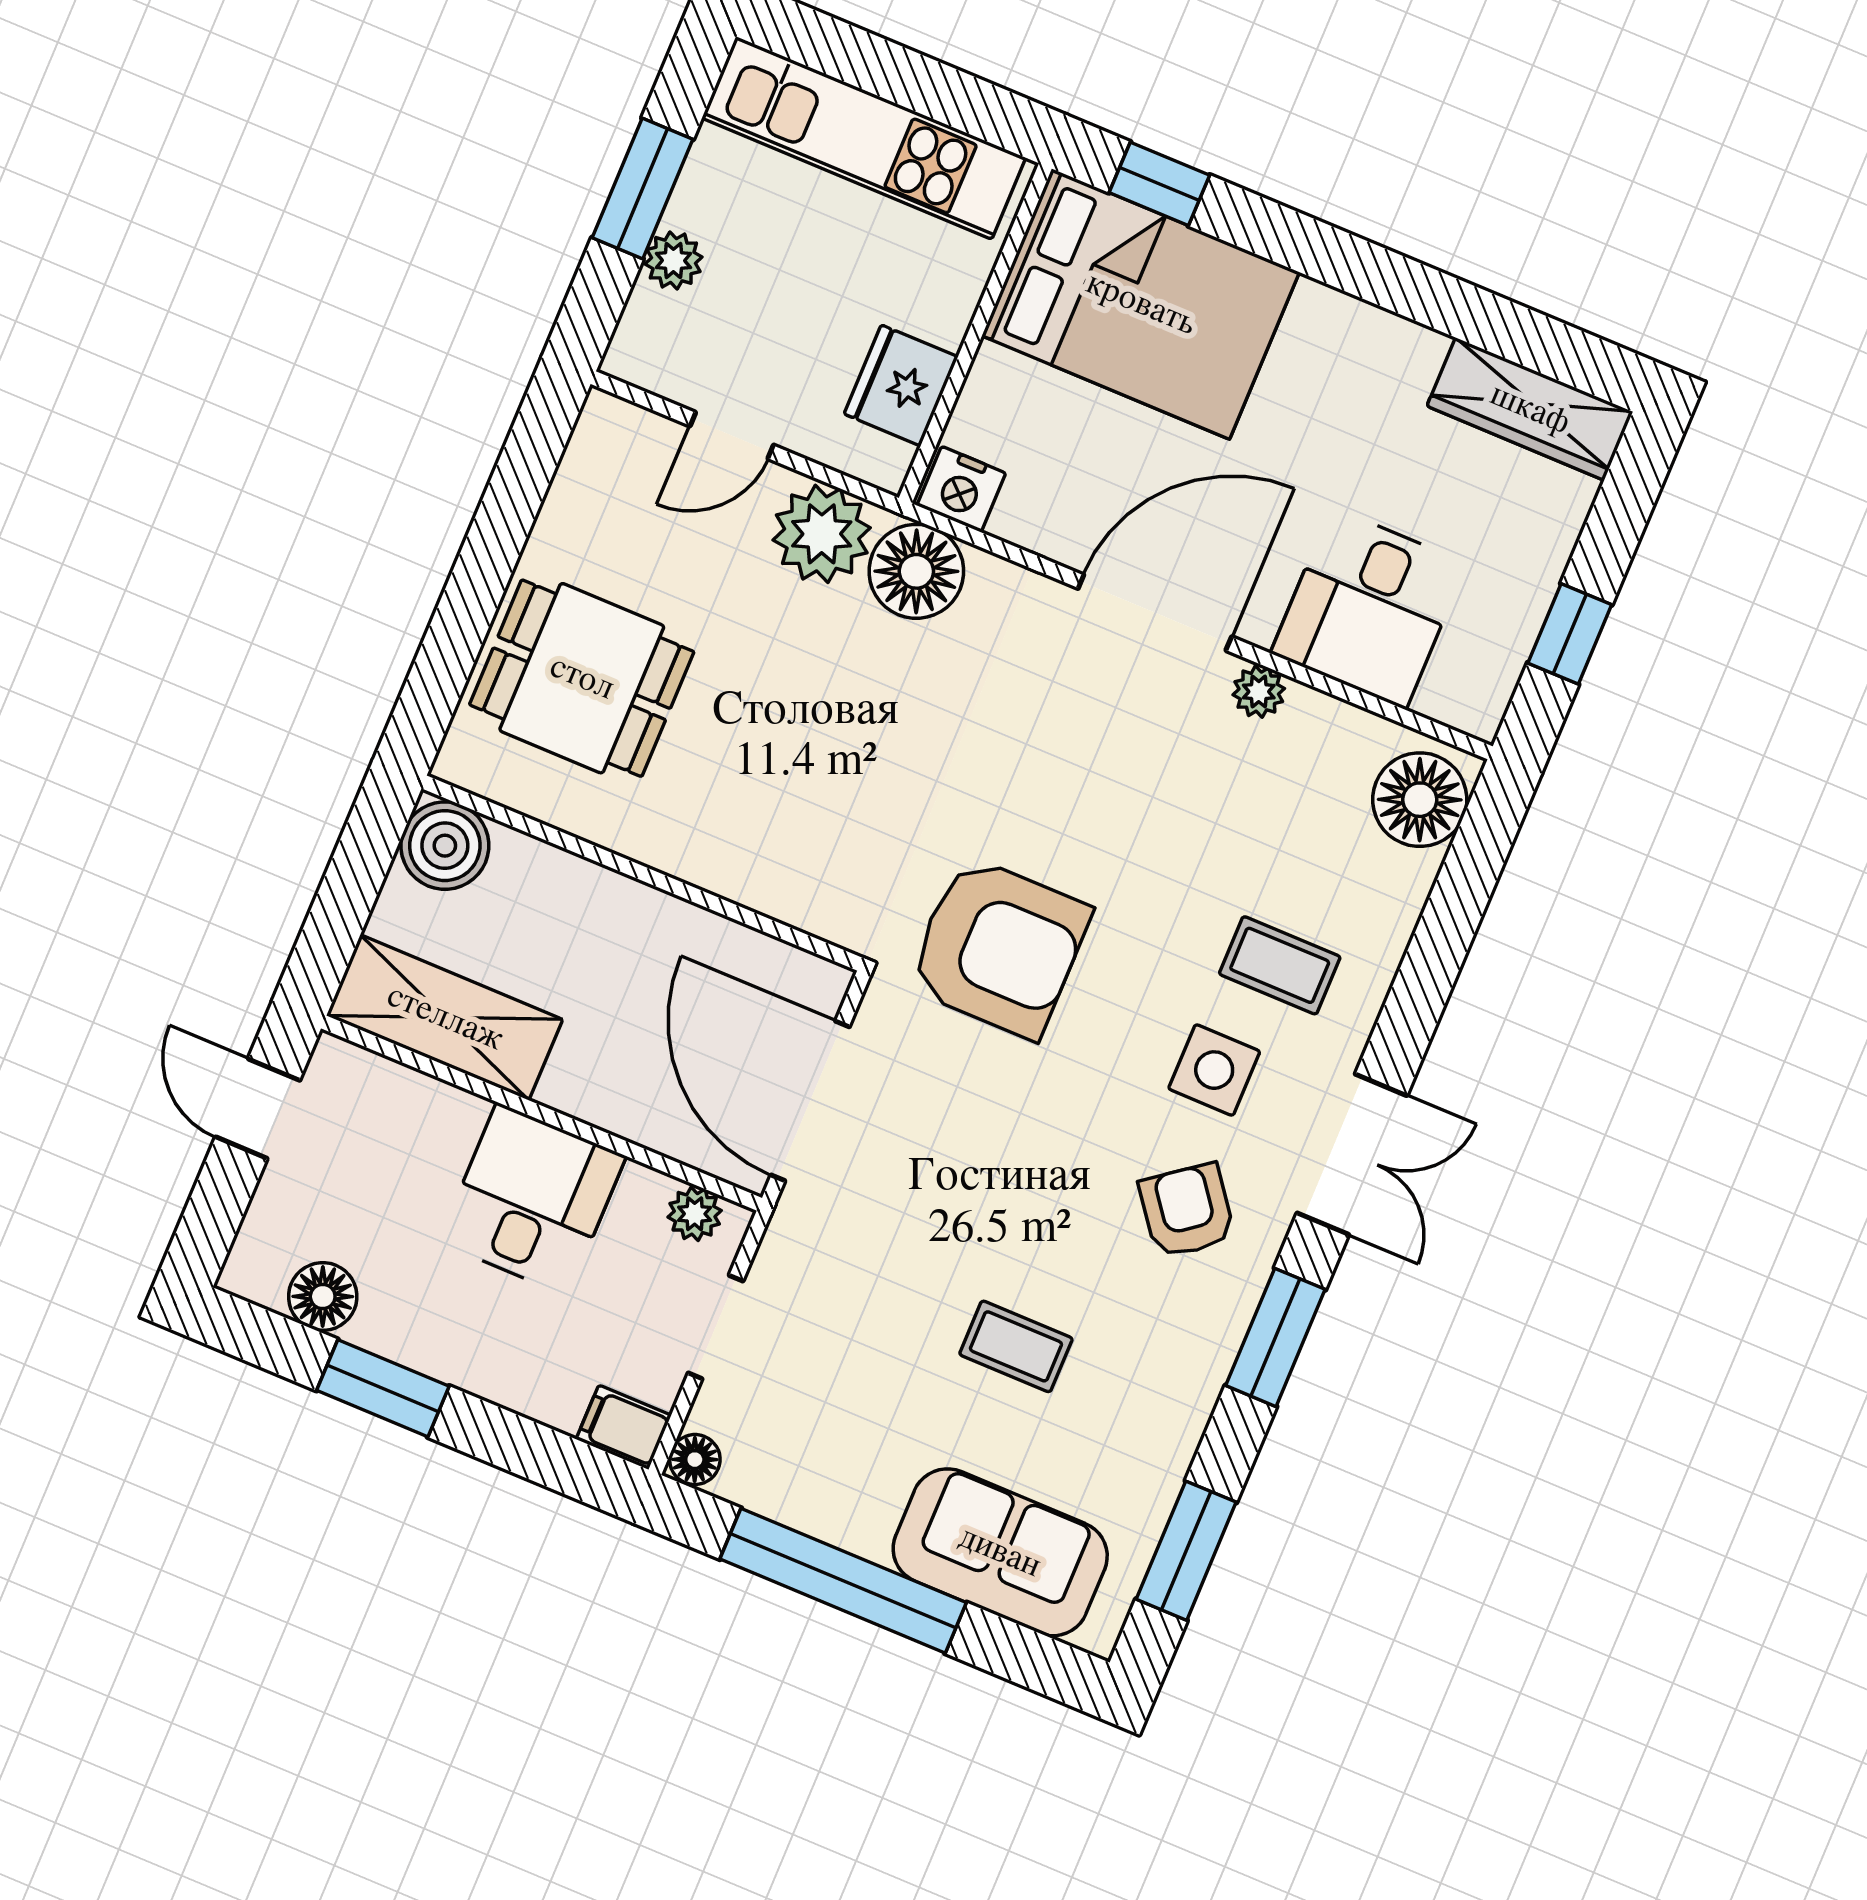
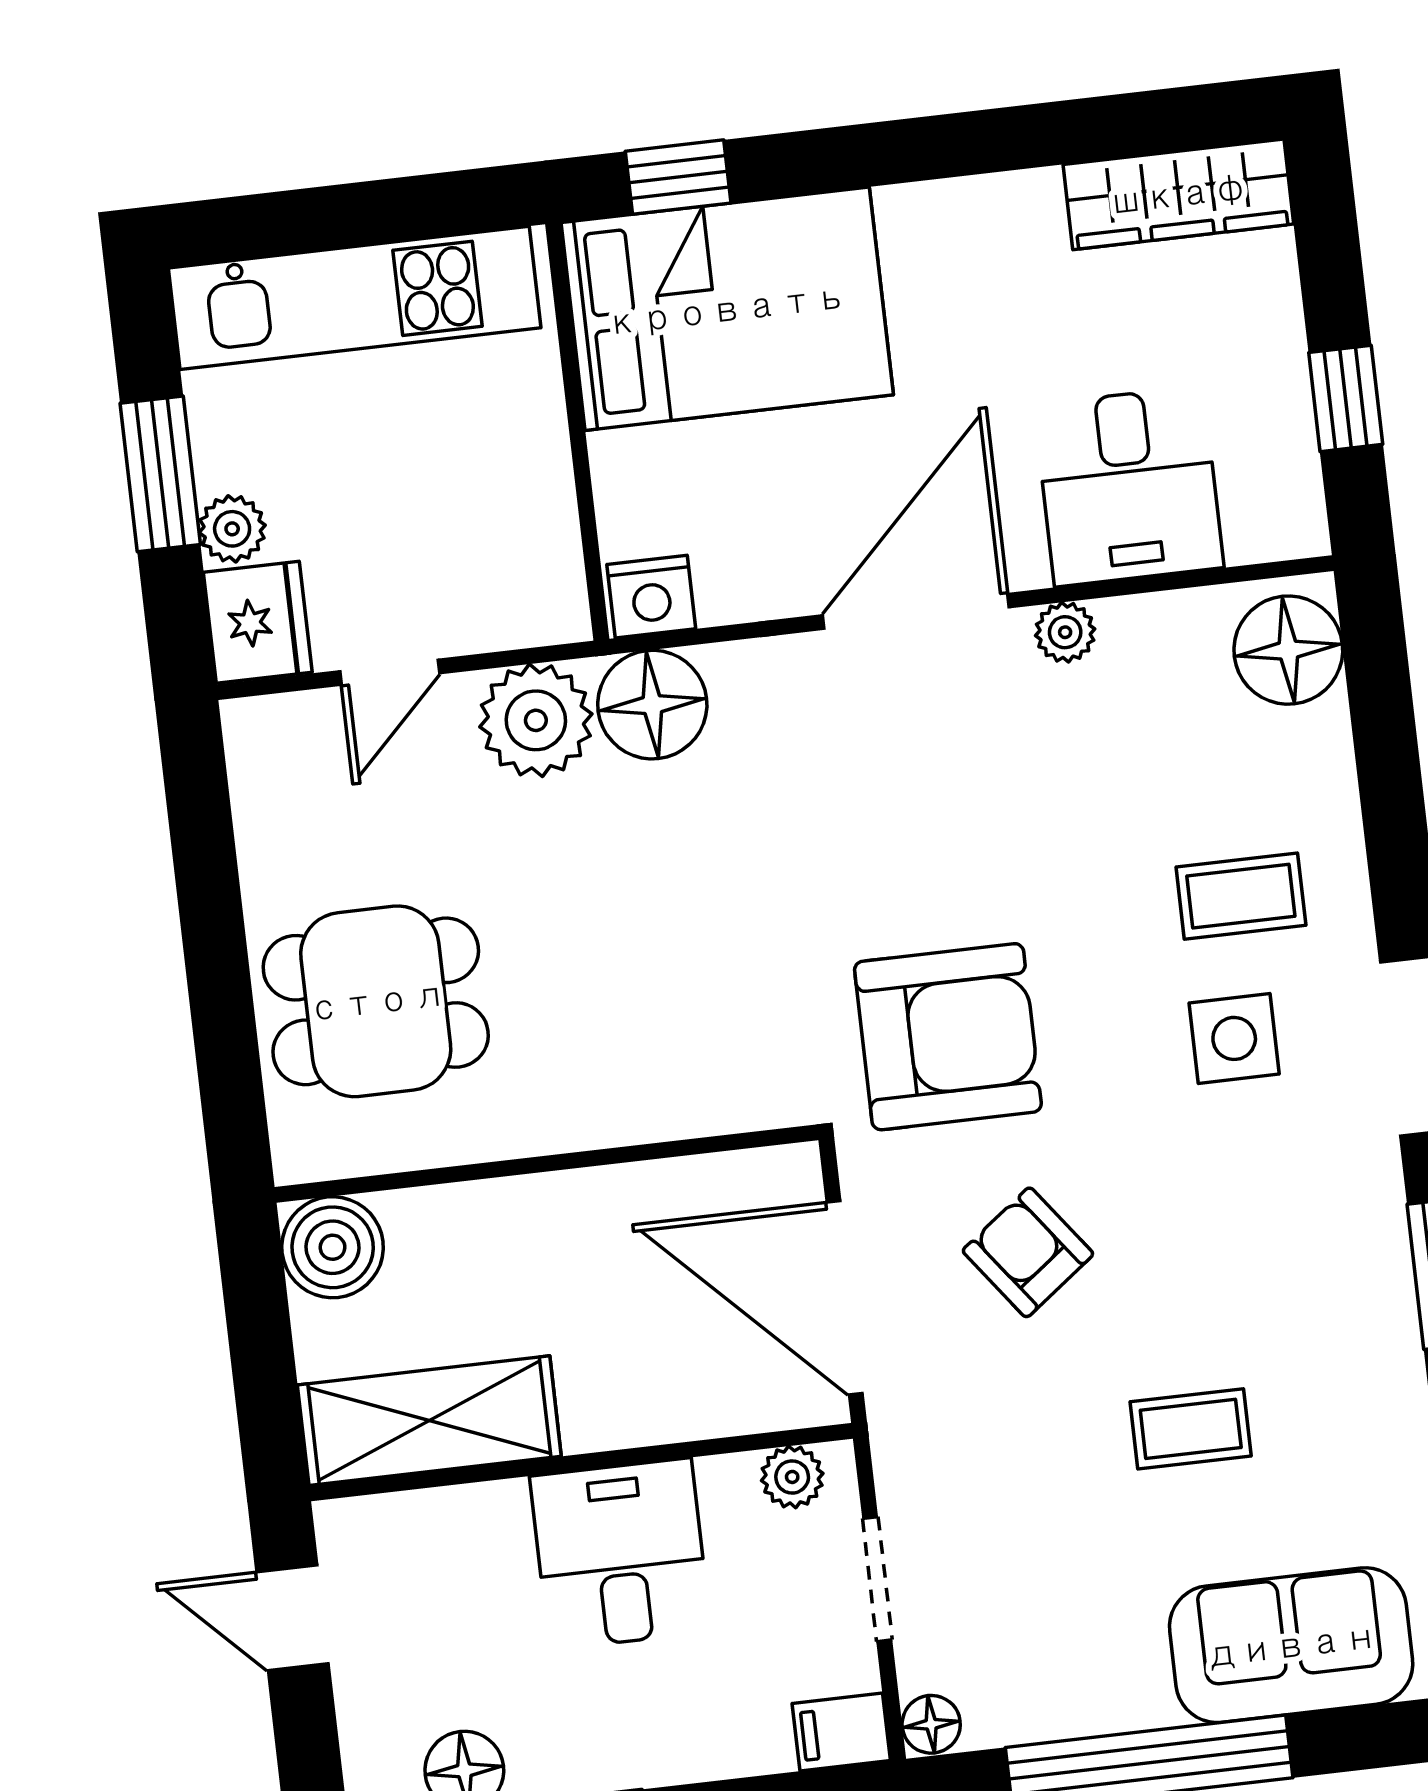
fridge: (901, 385) -> (258, 622), moved, turned 180
armchair: (1187, 1211) -> (1028, 1252), moved

